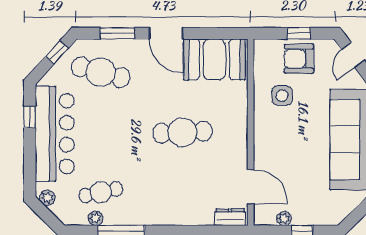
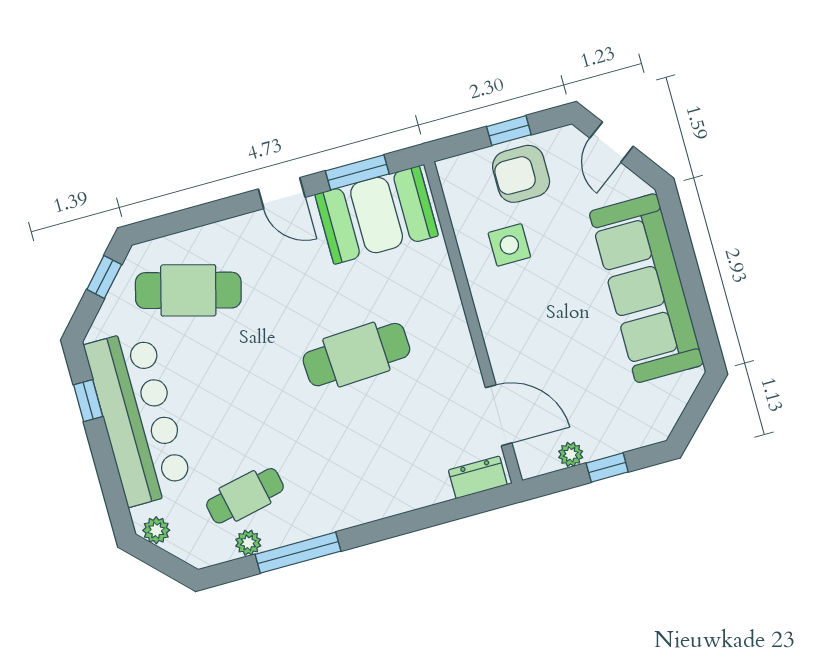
window: (117, 33) -> (357, 172), moved
door: (166, 33) -> (282, 193), width x0.73

